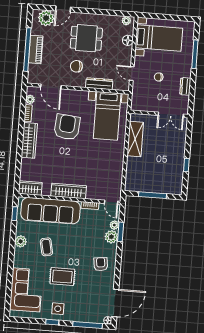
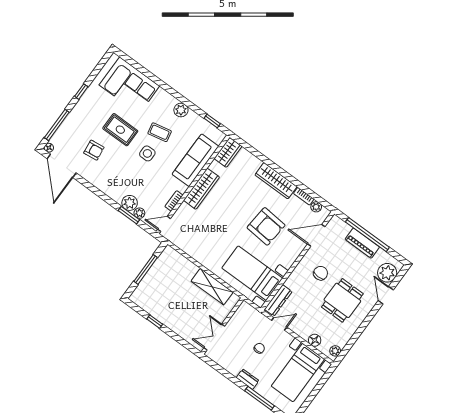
dresser: (99, 84) -> (278, 300), moved
dresser: (185, 86) -> (248, 379), moved
sofa: (50, 211) -> (195, 160), width x0.74, depth x0.79
armchair: (101, 264) -> (94, 150), moved
rug: (62, 277) -> (120, 130), turned 90
side table: (58, 309) -> (147, 153), moved

